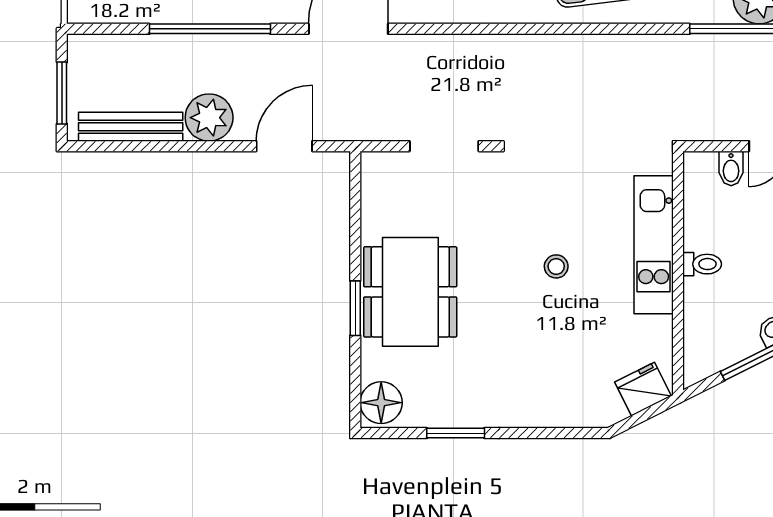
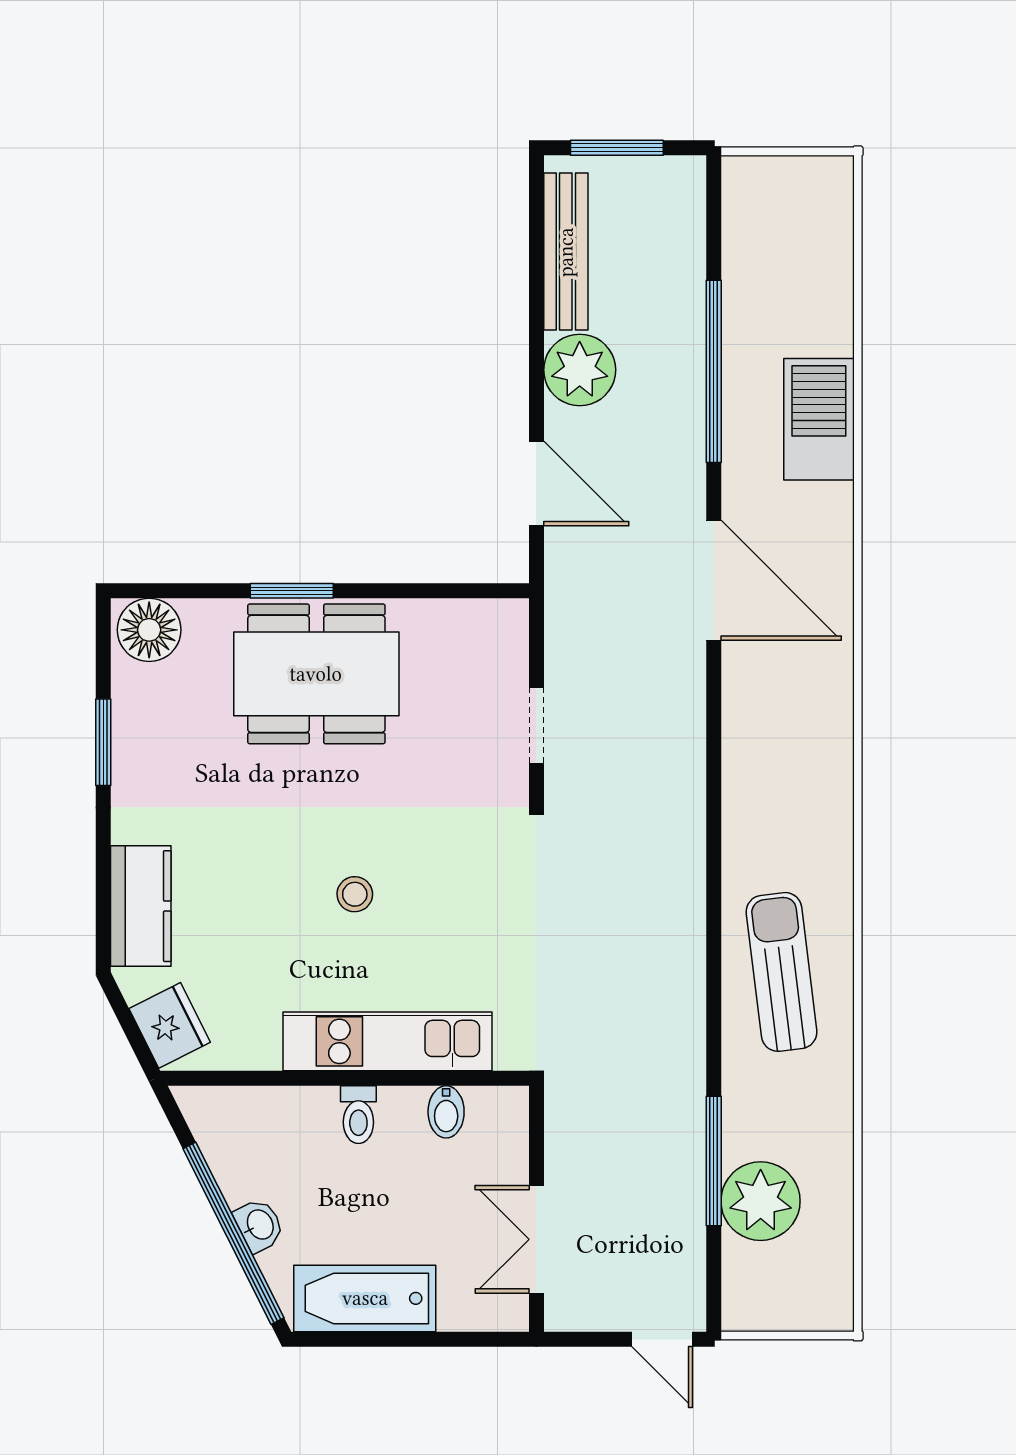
doorway: (444, 146) -> (536, 725), width x0.73
bidet: (731, 168) -> (446, 1112), moved, turned -90
kitchen counter: (564, 408) -> (141, 906), added

